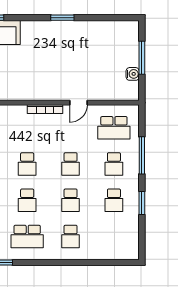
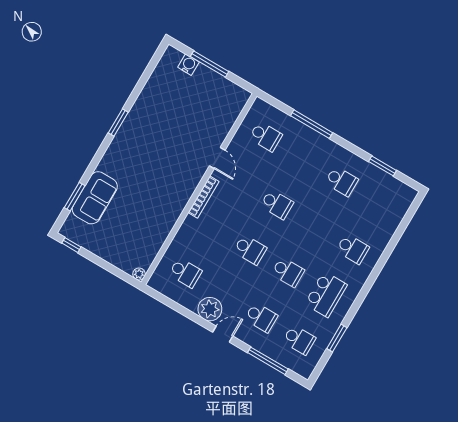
water cooler: (133, 74) -> (188, 65), moved
school desk: (114, 128) -> (266, 136), width x0.54
school desk: (114, 164) -> (304, 159), removed
school desk: (71, 200) -> (315, 227), removed
window: (142, 203) -> (382, 166), moved

